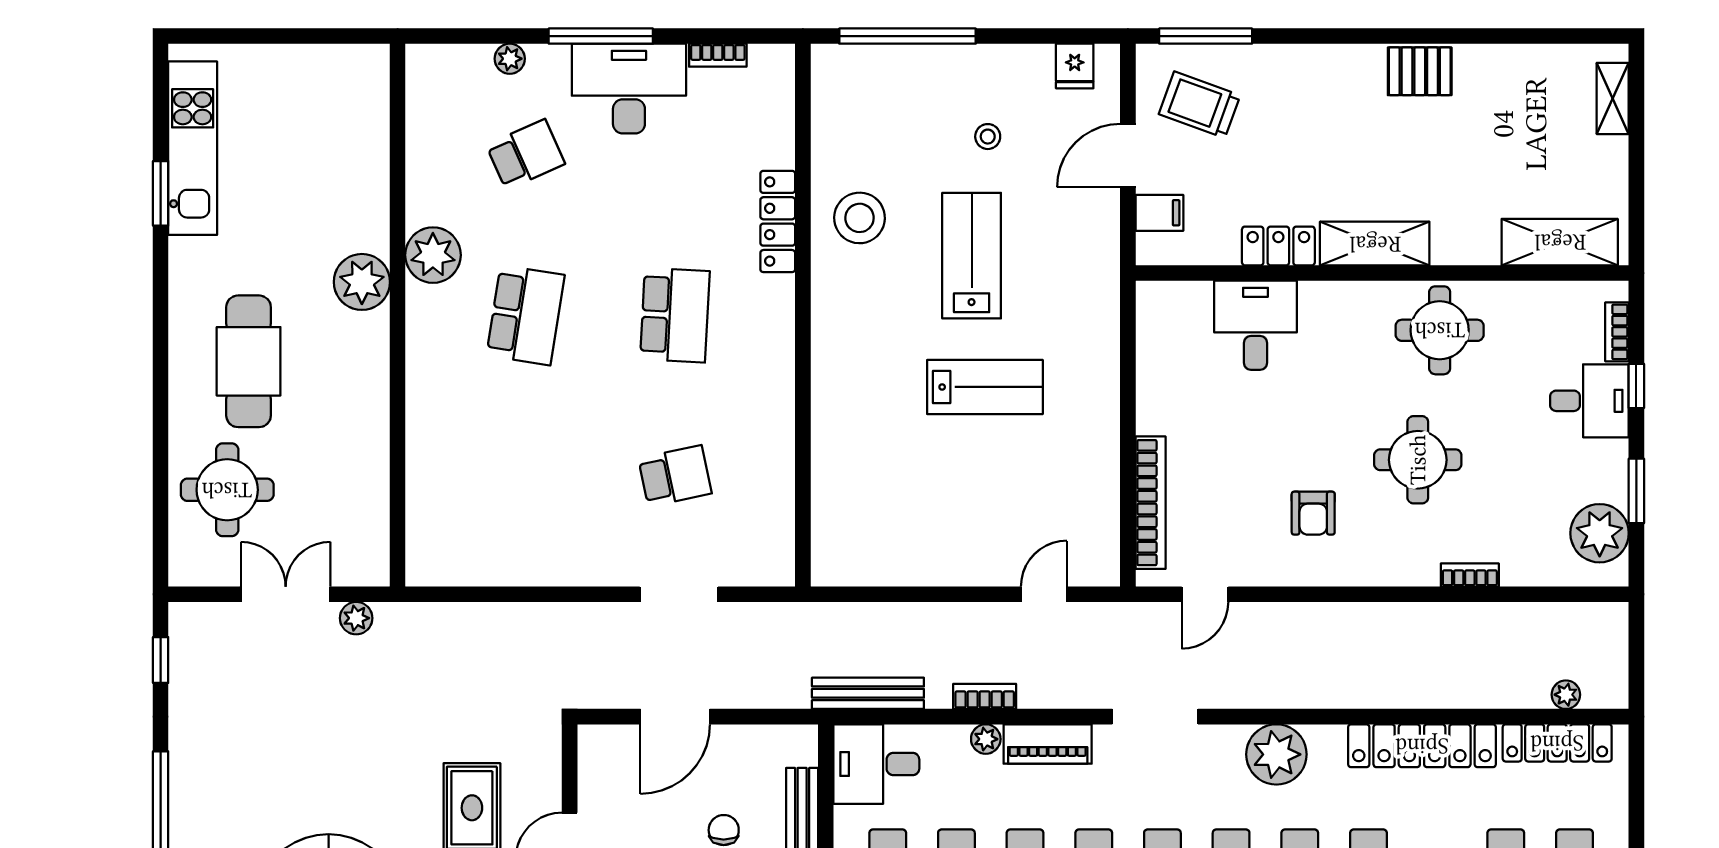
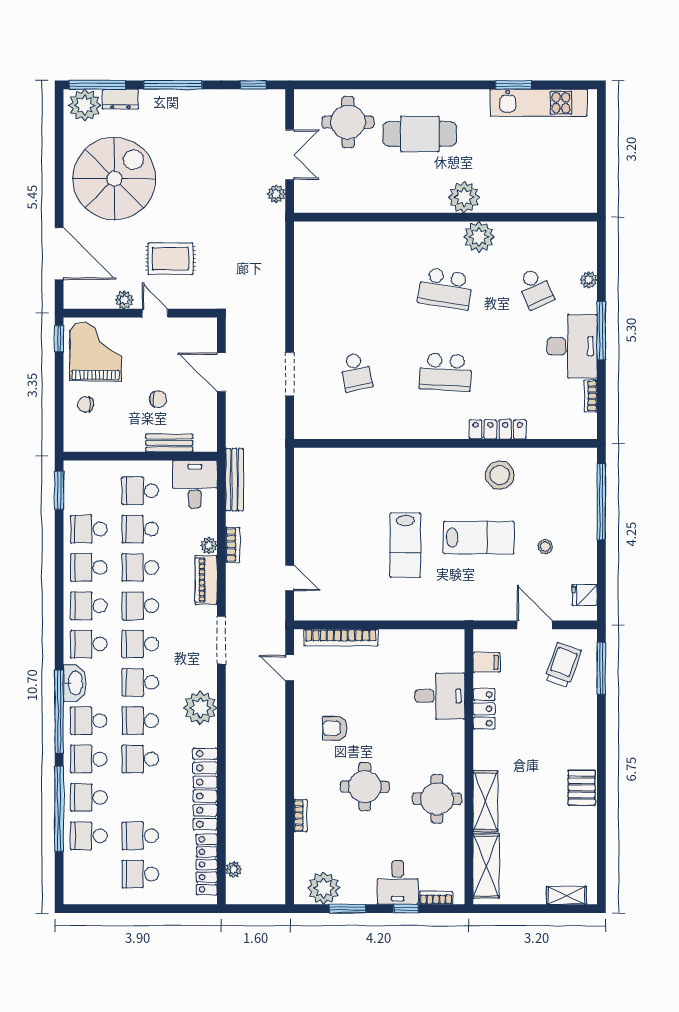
filing cabinet: (1159, 213) -> (487, 662), moved, turned -90
shelving: (1375, 244) -> (485, 801), moved

